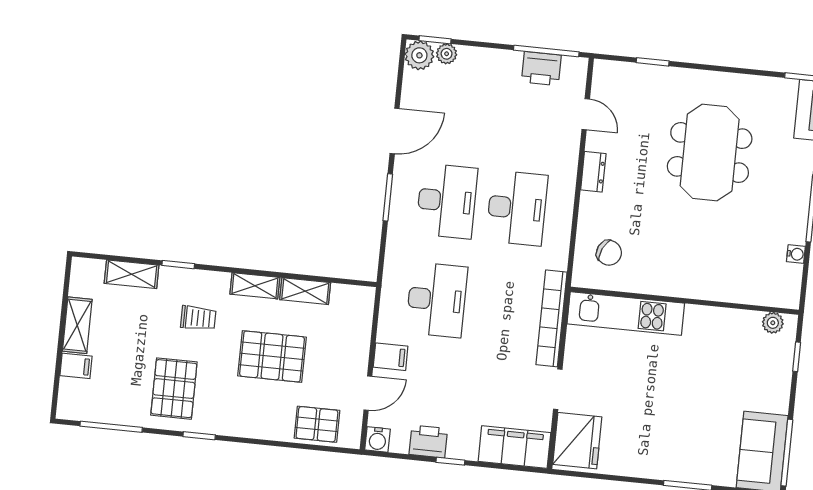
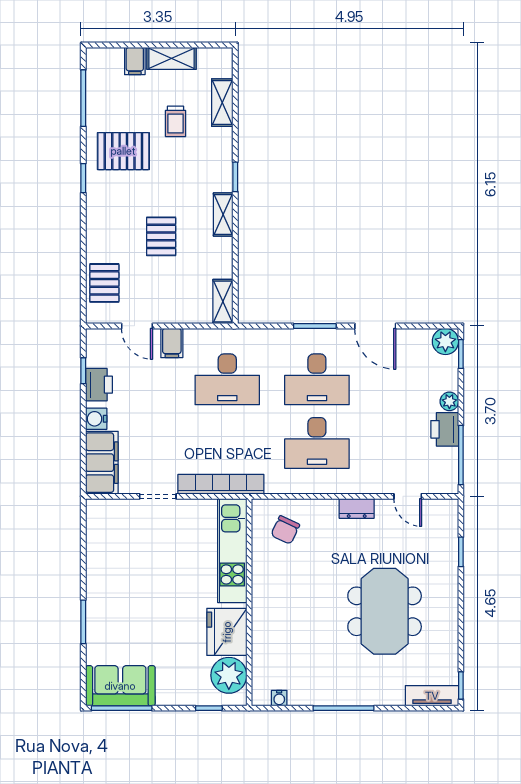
plant: (447, 54) -> (449, 401), moved
printer: (541, 69) -> (445, 429), moved
door: (586, 114) -> (408, 496), hinge flipped
meeting table: (710, 153) -> (385, 611), turned 90
water cooler: (796, 254) -> (279, 698), moved
window: (178, 265) -> (235, 177), moved
shelving: (305, 291) -> (223, 301), moved
trolley: (198, 318) -> (176, 121), moved
plant: (773, 323) -> (229, 675), width x1.87, depth x1.87
pallet: (272, 356) -> (161, 236), width x0.67, depth x0.71
water cooler: (378, 439) -> (96, 419), moved
fridge: (577, 441) -> (227, 632), moved, turned 90
window: (450, 461) -> (83, 371), moved

